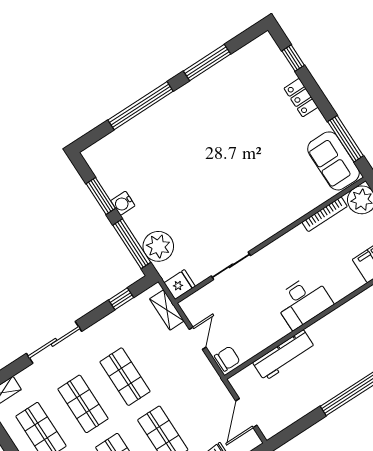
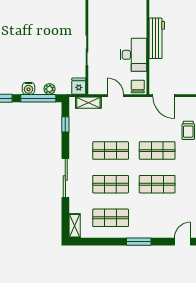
water cooler: (123, 203) -> (28, 88), moved
plant: (158, 246) -> (49, 89), width x0.53, depth x0.53
desk: (303, 302) -> (133, 55), moved
workbench: (284, 355) -> (157, 38), moved
door: (246, 413) -> (164, 96), moved

